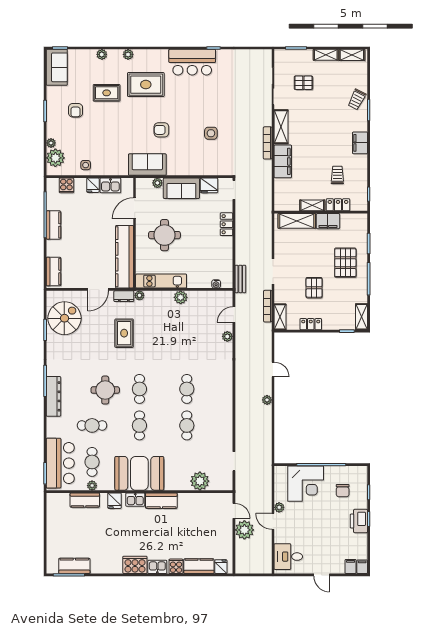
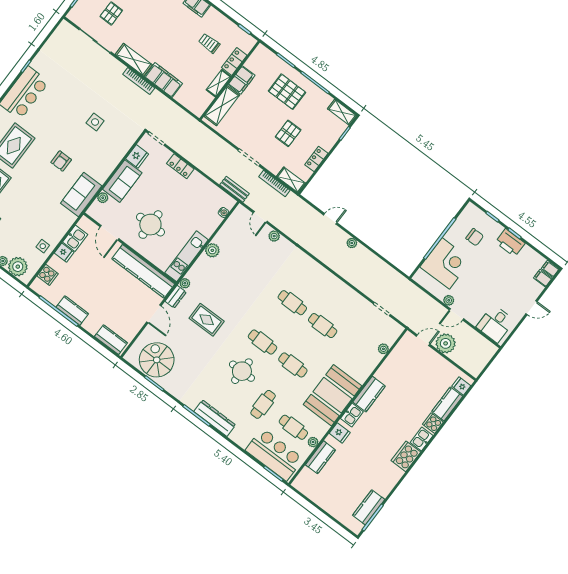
pallet: (314, 288) -> (288, 133), turned 90
plant: (200, 481) -> (383, 349), width x0.53, depth x0.53

